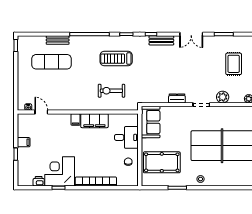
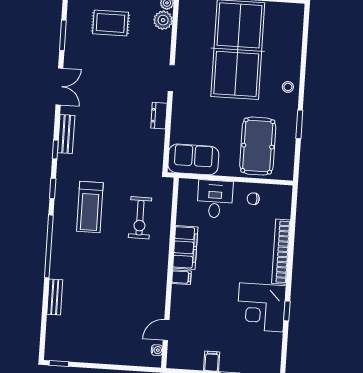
exercise mat: (52, 62) -> (88, 309), removed
plant: (223, 97) -> (163, 20), moved
printer: (39, 181) -> (275, 341), removed

